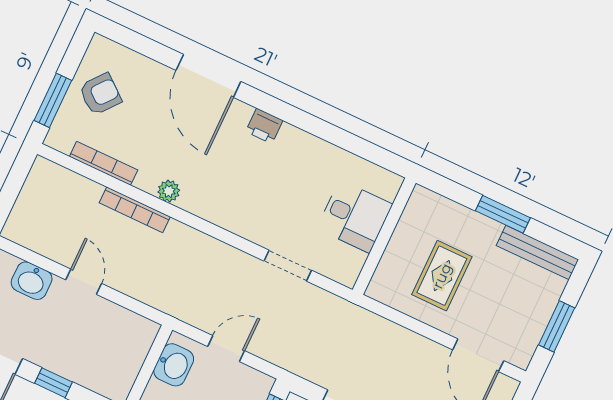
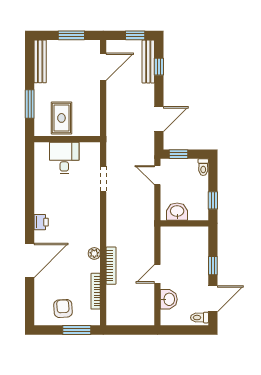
armchair: (100, 94) -> (63, 309), turned 47
window: (503, 214) -> (30, 104), moved
rug: (442, 276) -> (61, 118), moved, turned 90
door: (226, 349) -> (157, 175), moved

